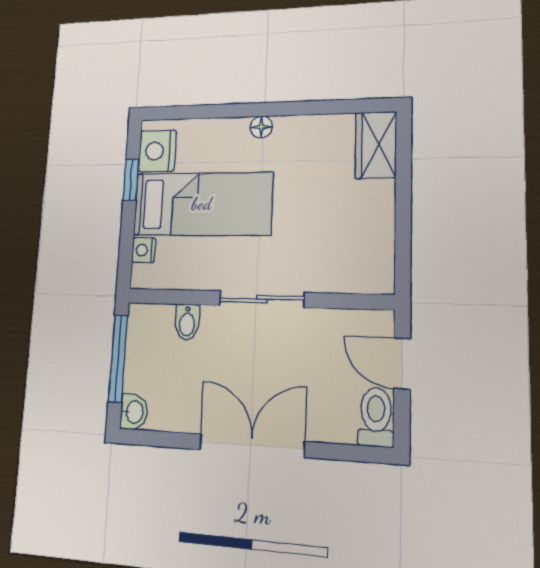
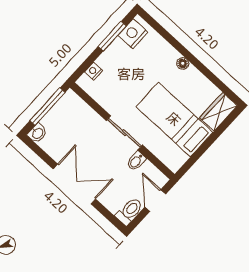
window: (131, 180) -> (112, 36), width x1.50
bed: (202, 204) -> (174, 119), moved, turned 180
bidet: (187, 322) -> (136, 161), moved

